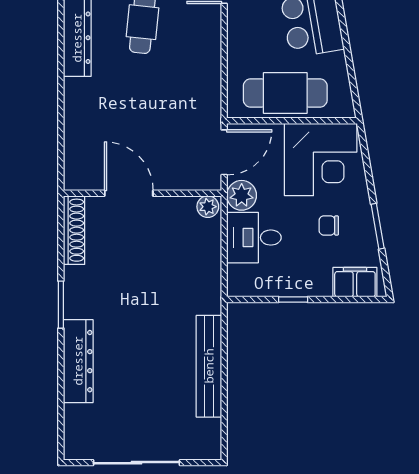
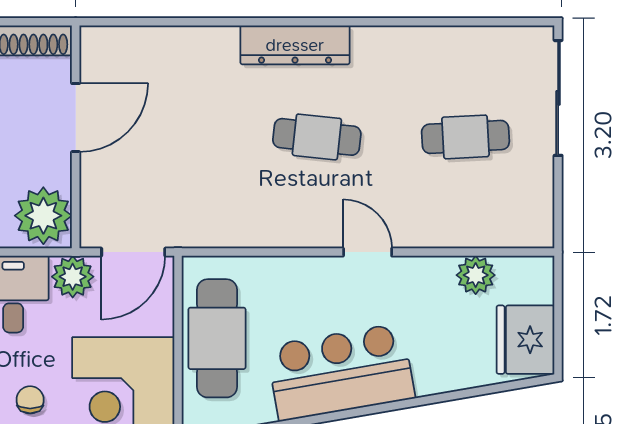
door: (224, 152) -> (133, 252), hinge flipped
plant: (208, 207) -> (43, 216), width x1.87, depth x1.87

